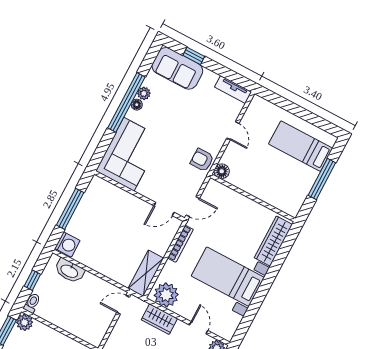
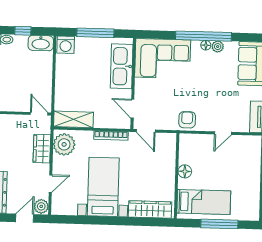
bed: (301, 146) -> (204, 202), moved, turned 90
floor lamp: (222, 171) -> (185, 171), moved
kitchen sink: (116, 199) -> (122, 66), added
washbasin: (69, 271) -> (41, 43), moved, turned -90

